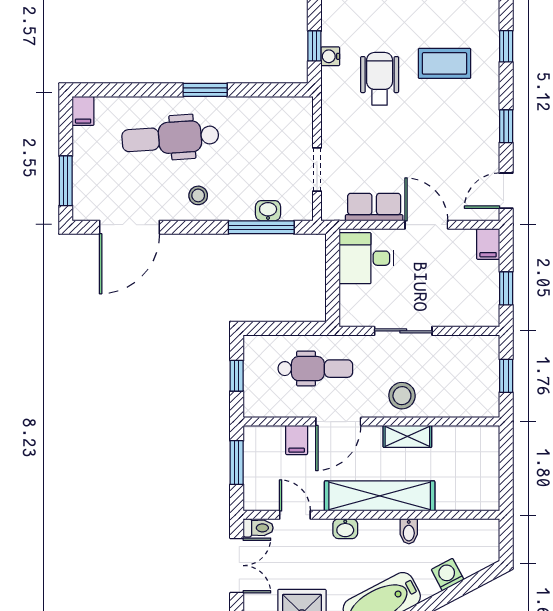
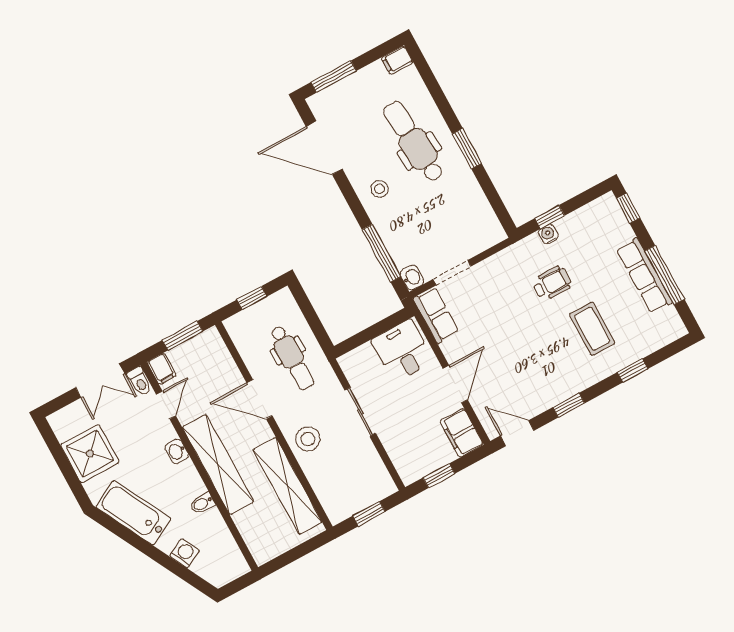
wheelchair: (380, 79) -> (552, 283), width x0.73, depth x0.73
row of seats: (374, 207) -> (436, 315), moved
washbasin: (268, 211) -> (412, 277), moved
filing cabinet: (488, 244) -> (462, 433), width x2.00
shelving: (407, 436) -> (287, 486), width x2.20, depth x1.33
filing cabinet: (297, 440) -> (162, 369), moved, turned -90

